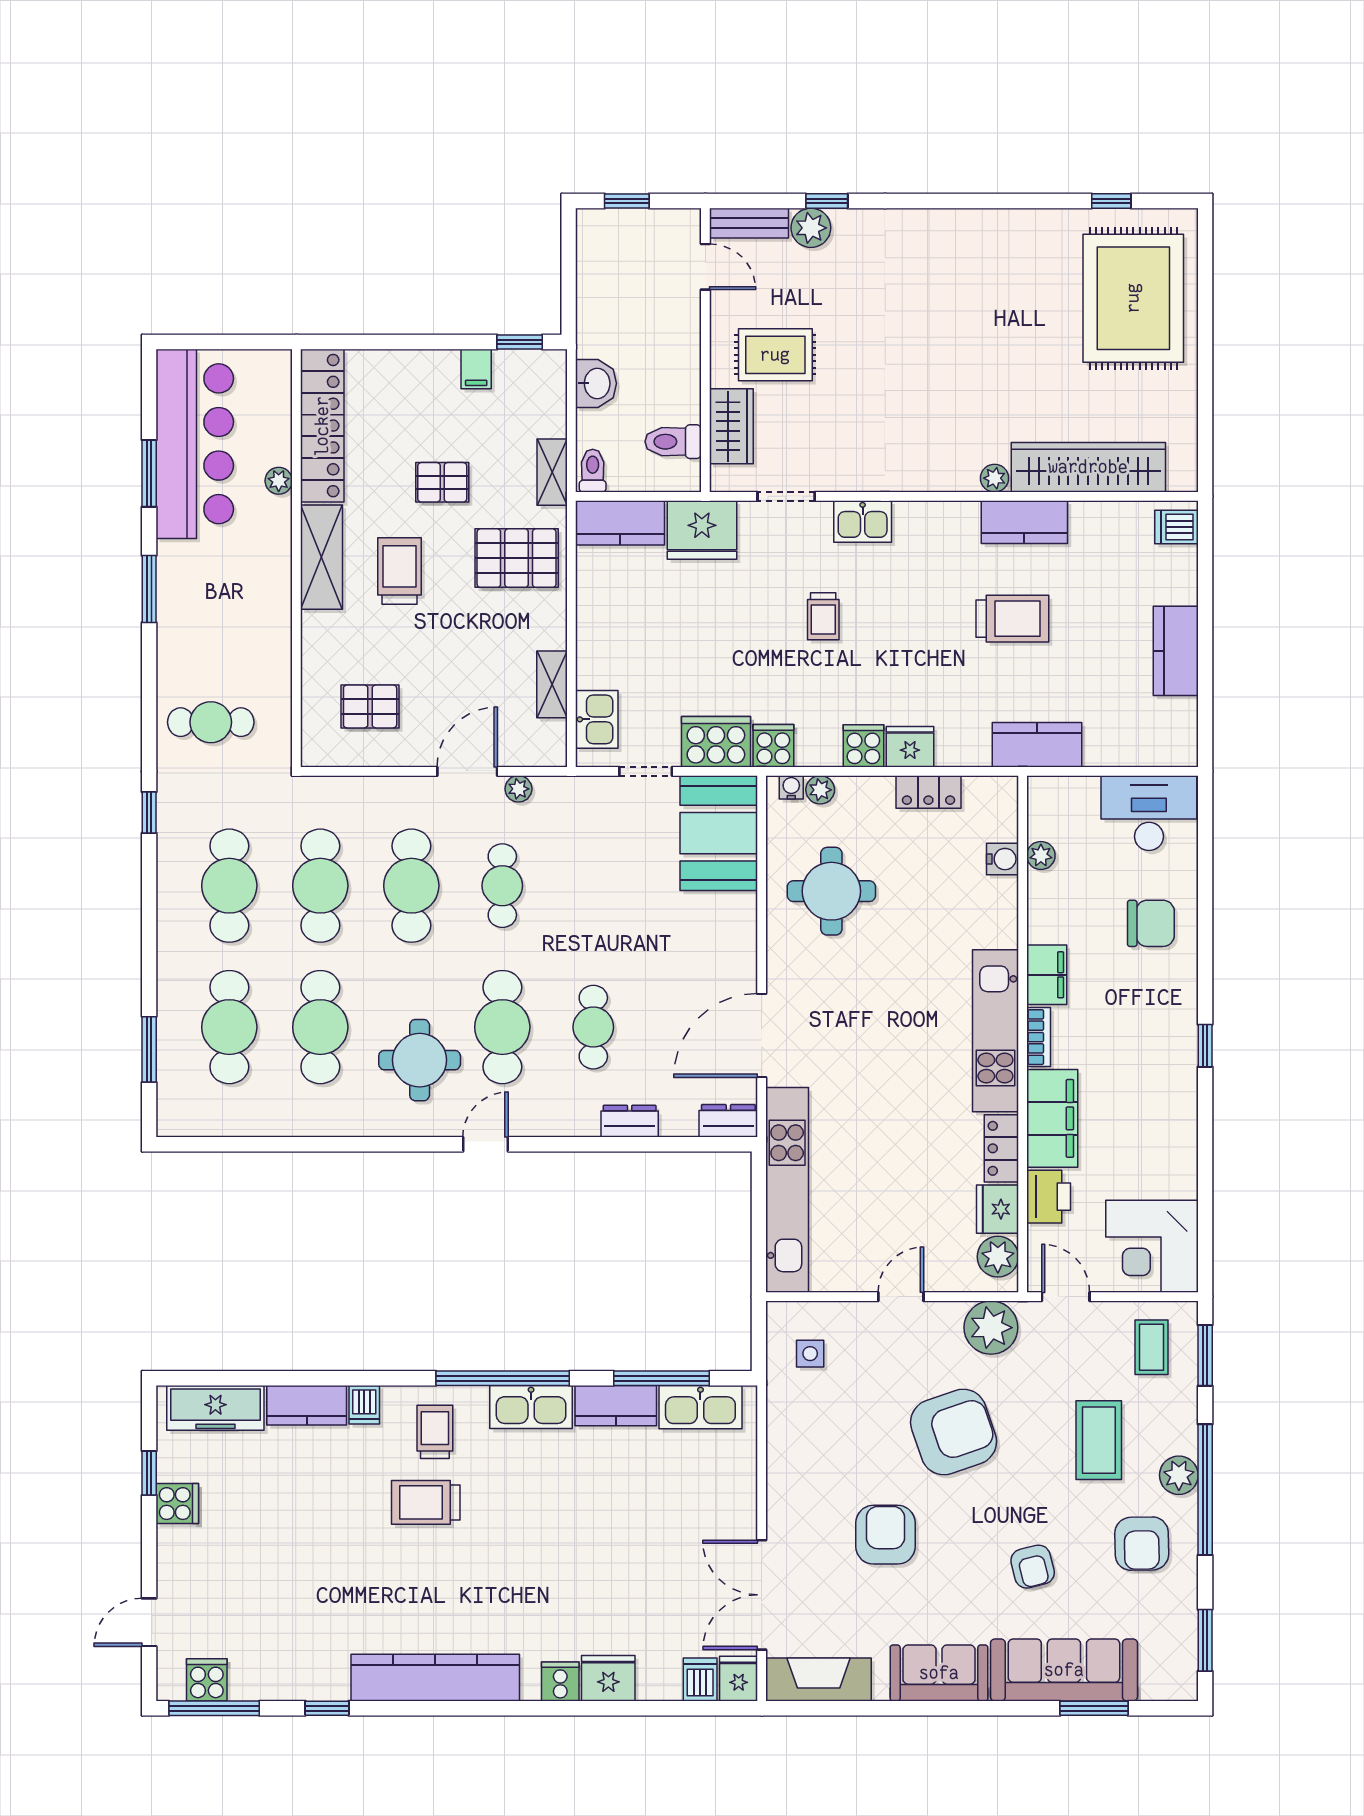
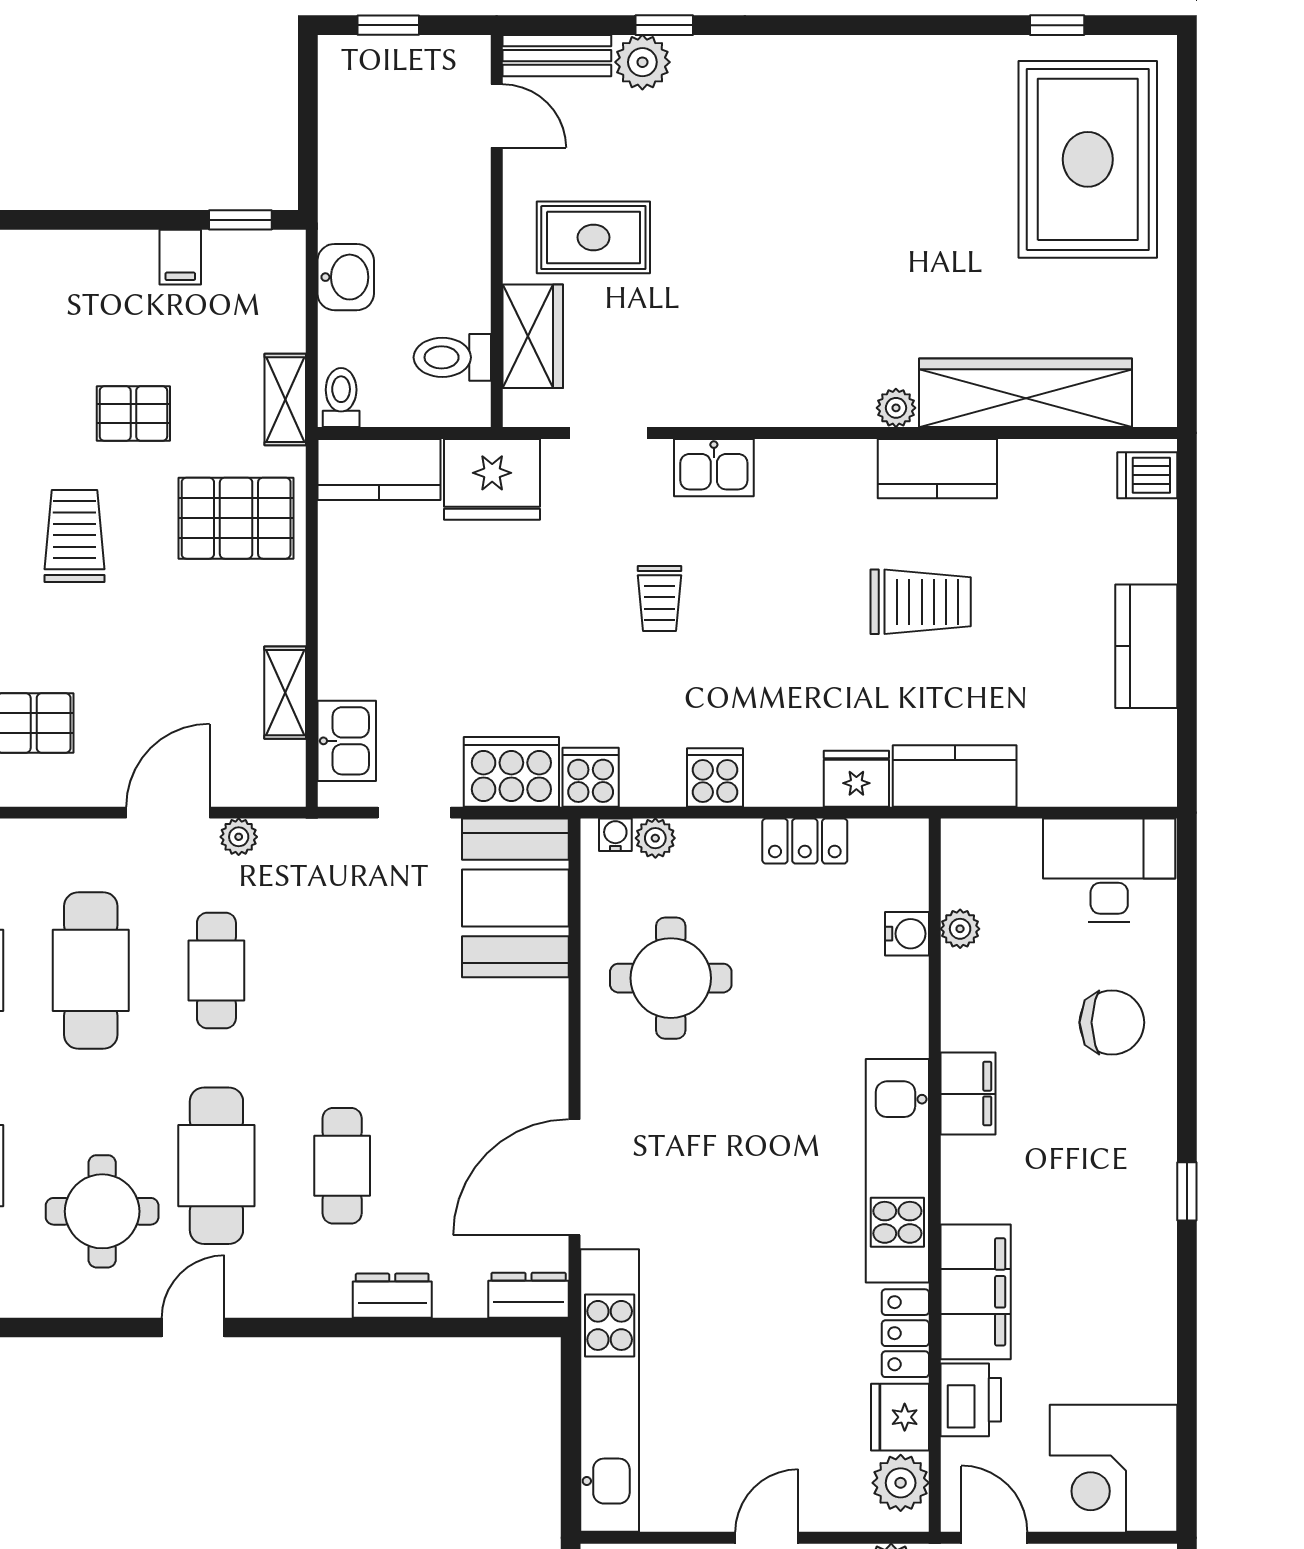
fridge: (910, 747) -> (856, 779), moved
bookcase: (1039, 1037) -> (957, 1179), removed

